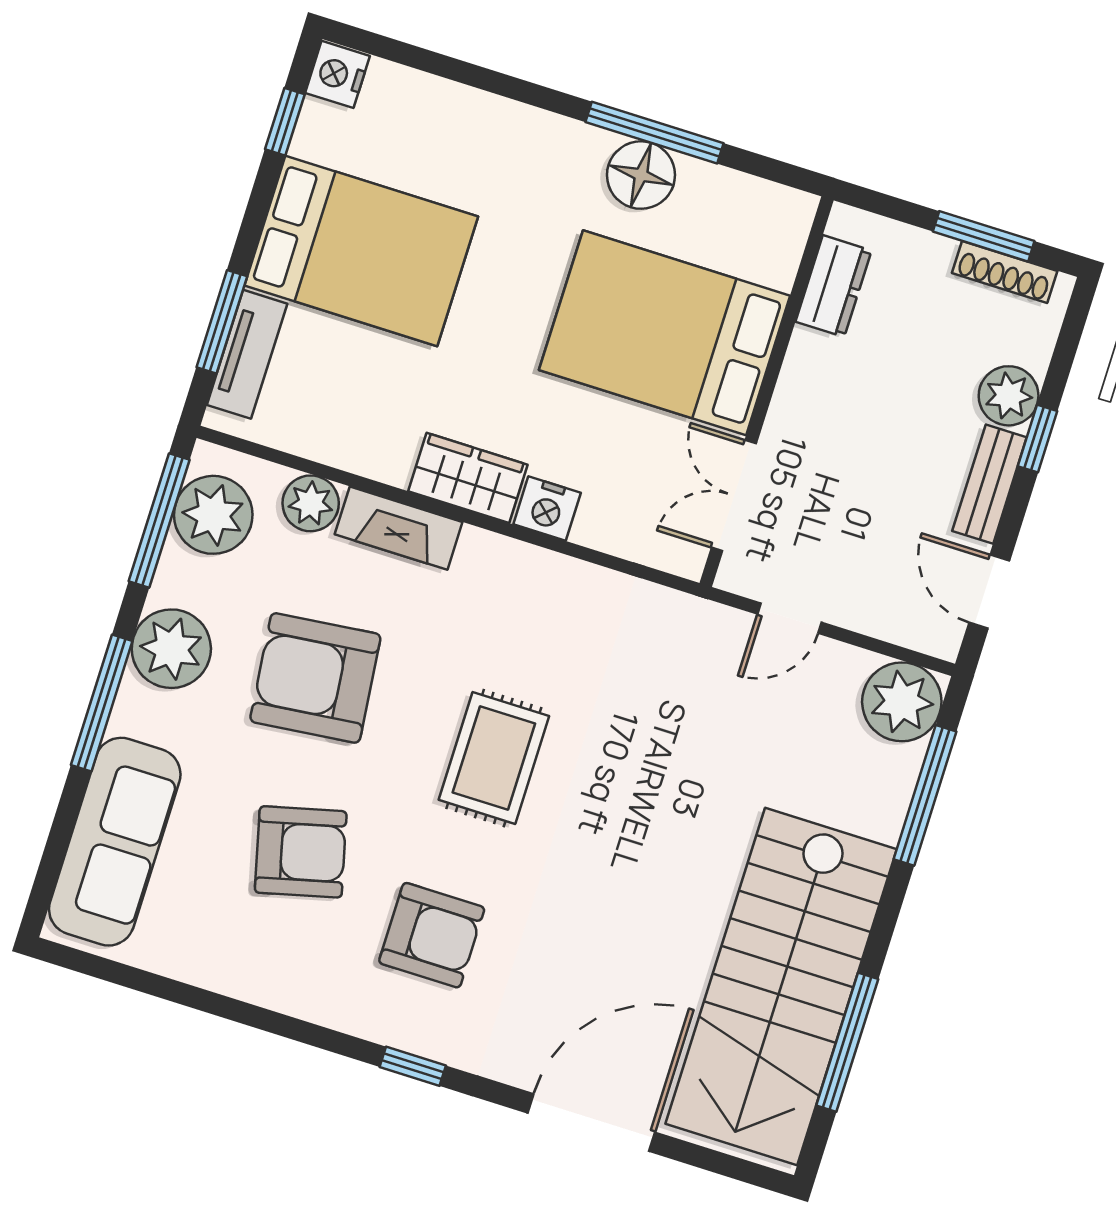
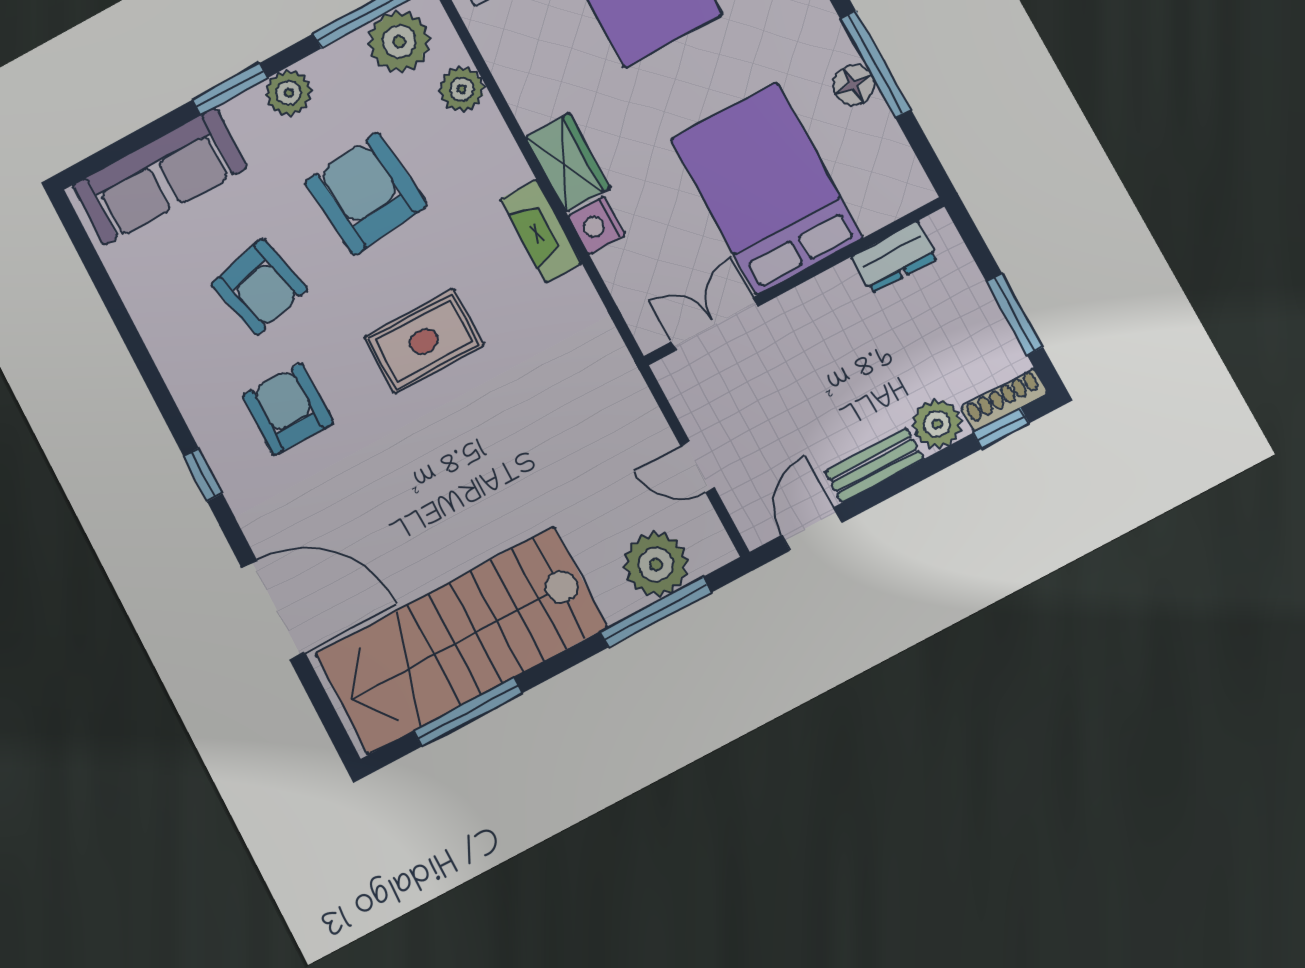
floor lamp: (641, 175) -> (853, 85), width x0.73, depth x0.73
shoe rack: (1005, 272) -> (1004, 400), moved, turned 90
window: (1037, 439) -> (1001, 428), moved
fireplace: (399, 528) -> (541, 231), moved
door: (789, 618) -> (698, 467), moved
plant: (171, 649) -> (289, 93), width x0.73, depth x0.73
plant: (902, 702) -> (656, 564), moved
window: (102, 703) -> (230, 89), width x0.69
armchair: (432, 935) -> (288, 409), turned 180

